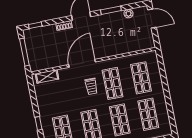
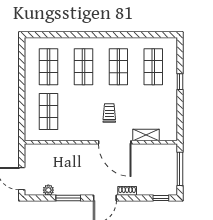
door: (82, 63) -> (115, 142), hinge flipped
shelving: (47, 76) -> (146, 135), moved
shop shelf: (113, 83) -> (83, 111), removed

